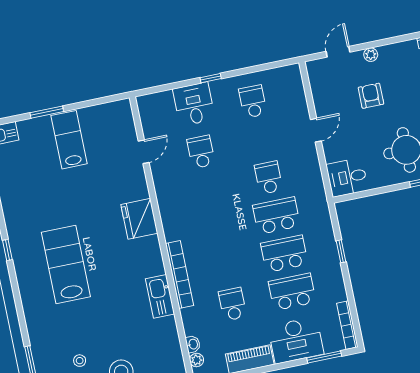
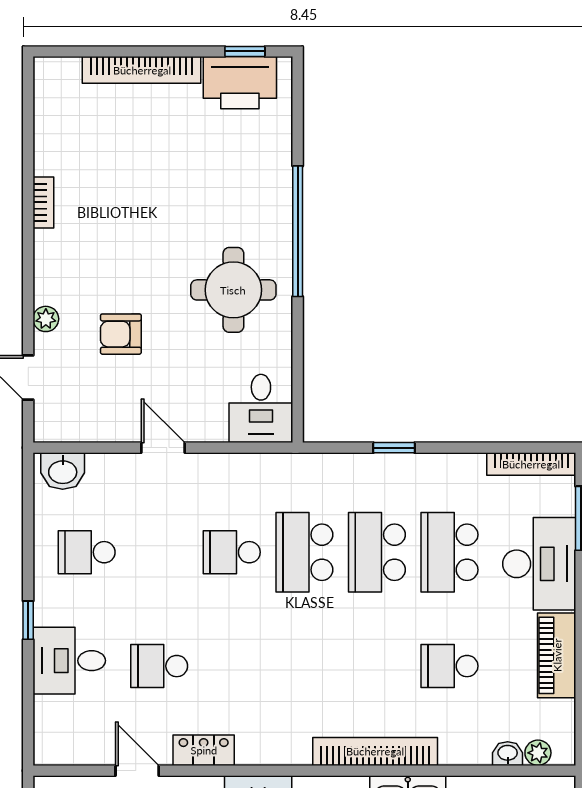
washbasin: (293, 80) -> (63, 471), added
locker: (162, 184) -> (204, 750), added

